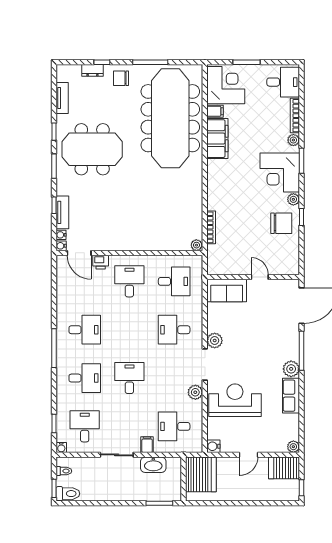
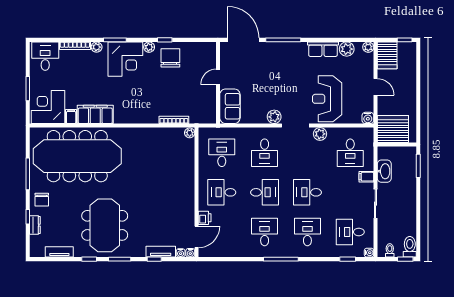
desk: (129, 330) -> (265, 192), added
plant: (291, 369) -> (347, 49), moved

